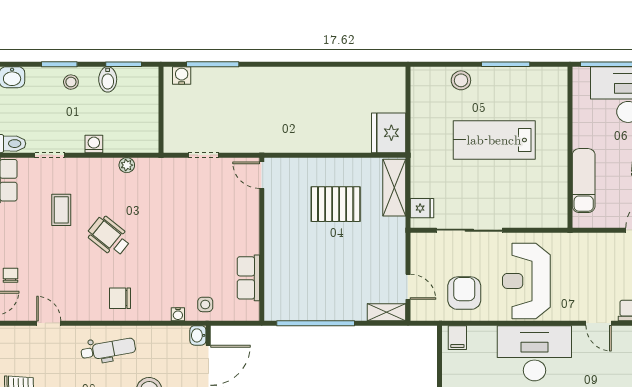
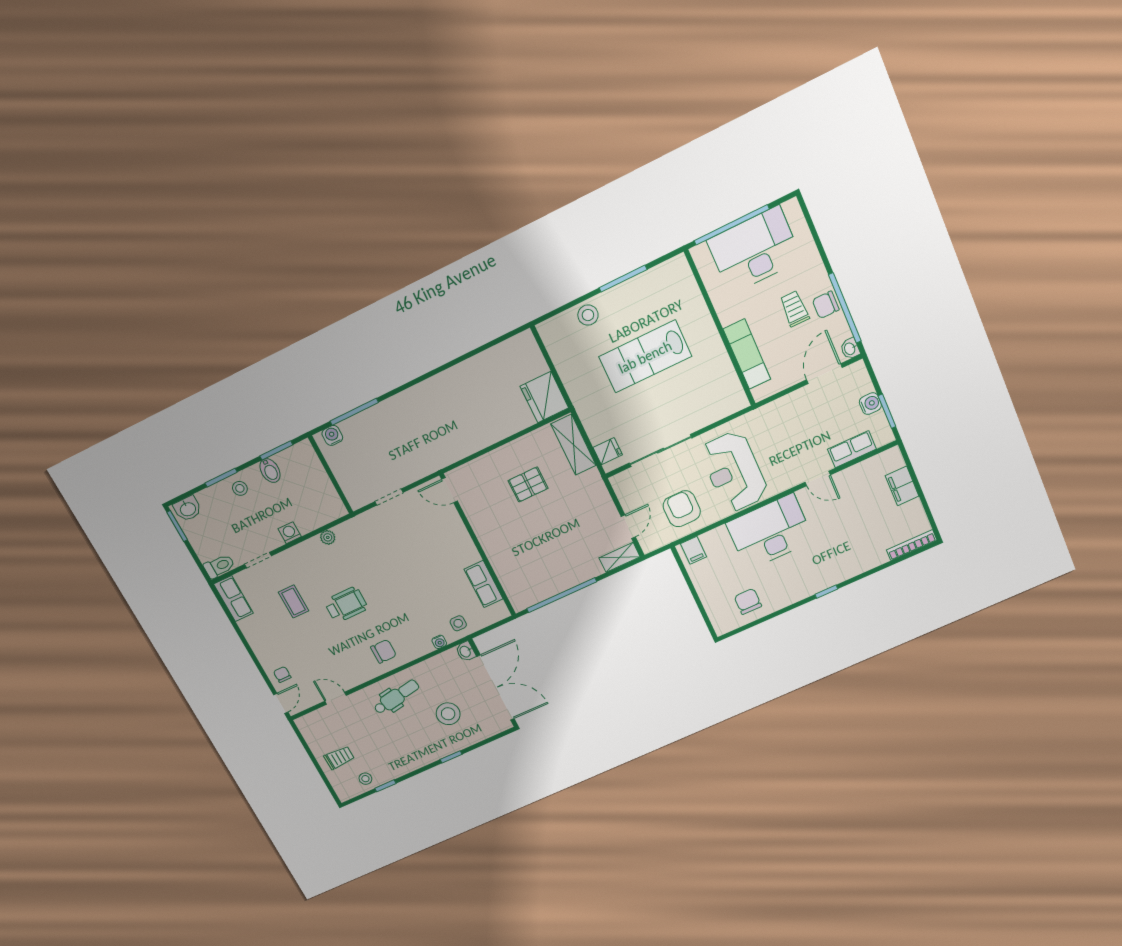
pallet: (336, 204) -> (528, 484), width x0.67, depth x0.71
wheelchair: (109, 236) -> (346, 605), turned 141
door: (408, 287) -> (628, 527), hinge flipped
chair: (120, 298) -> (384, 651), turned 180

